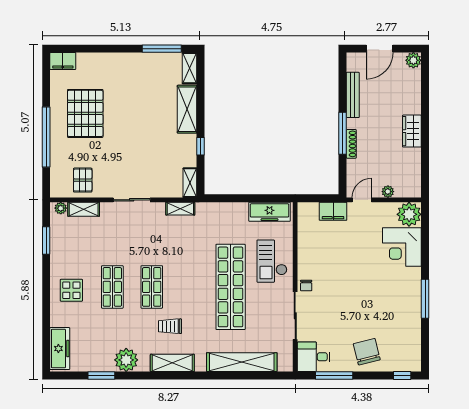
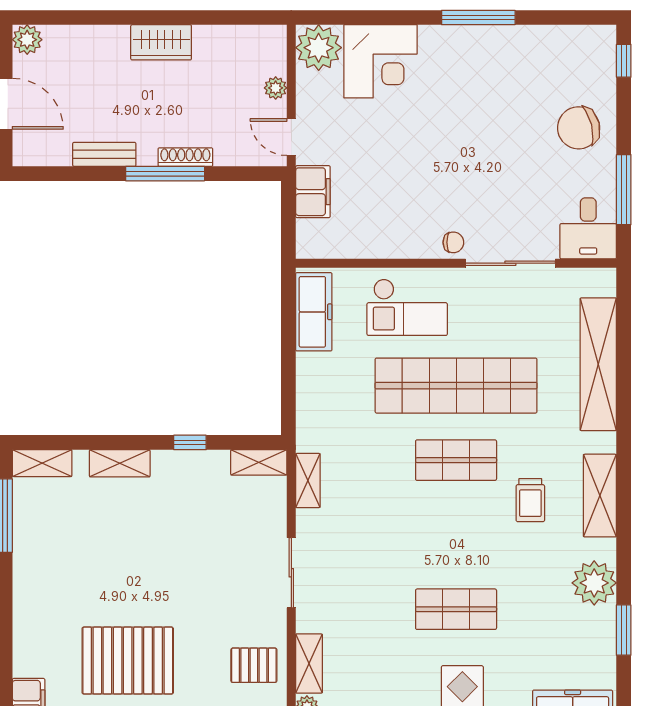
bench: (353, 95) -> (104, 154), width x0.73
shelving: (187, 109) -> (120, 463), width x0.67, depth x0.75
shop shelf: (152, 287) -> (456, 460), moved

